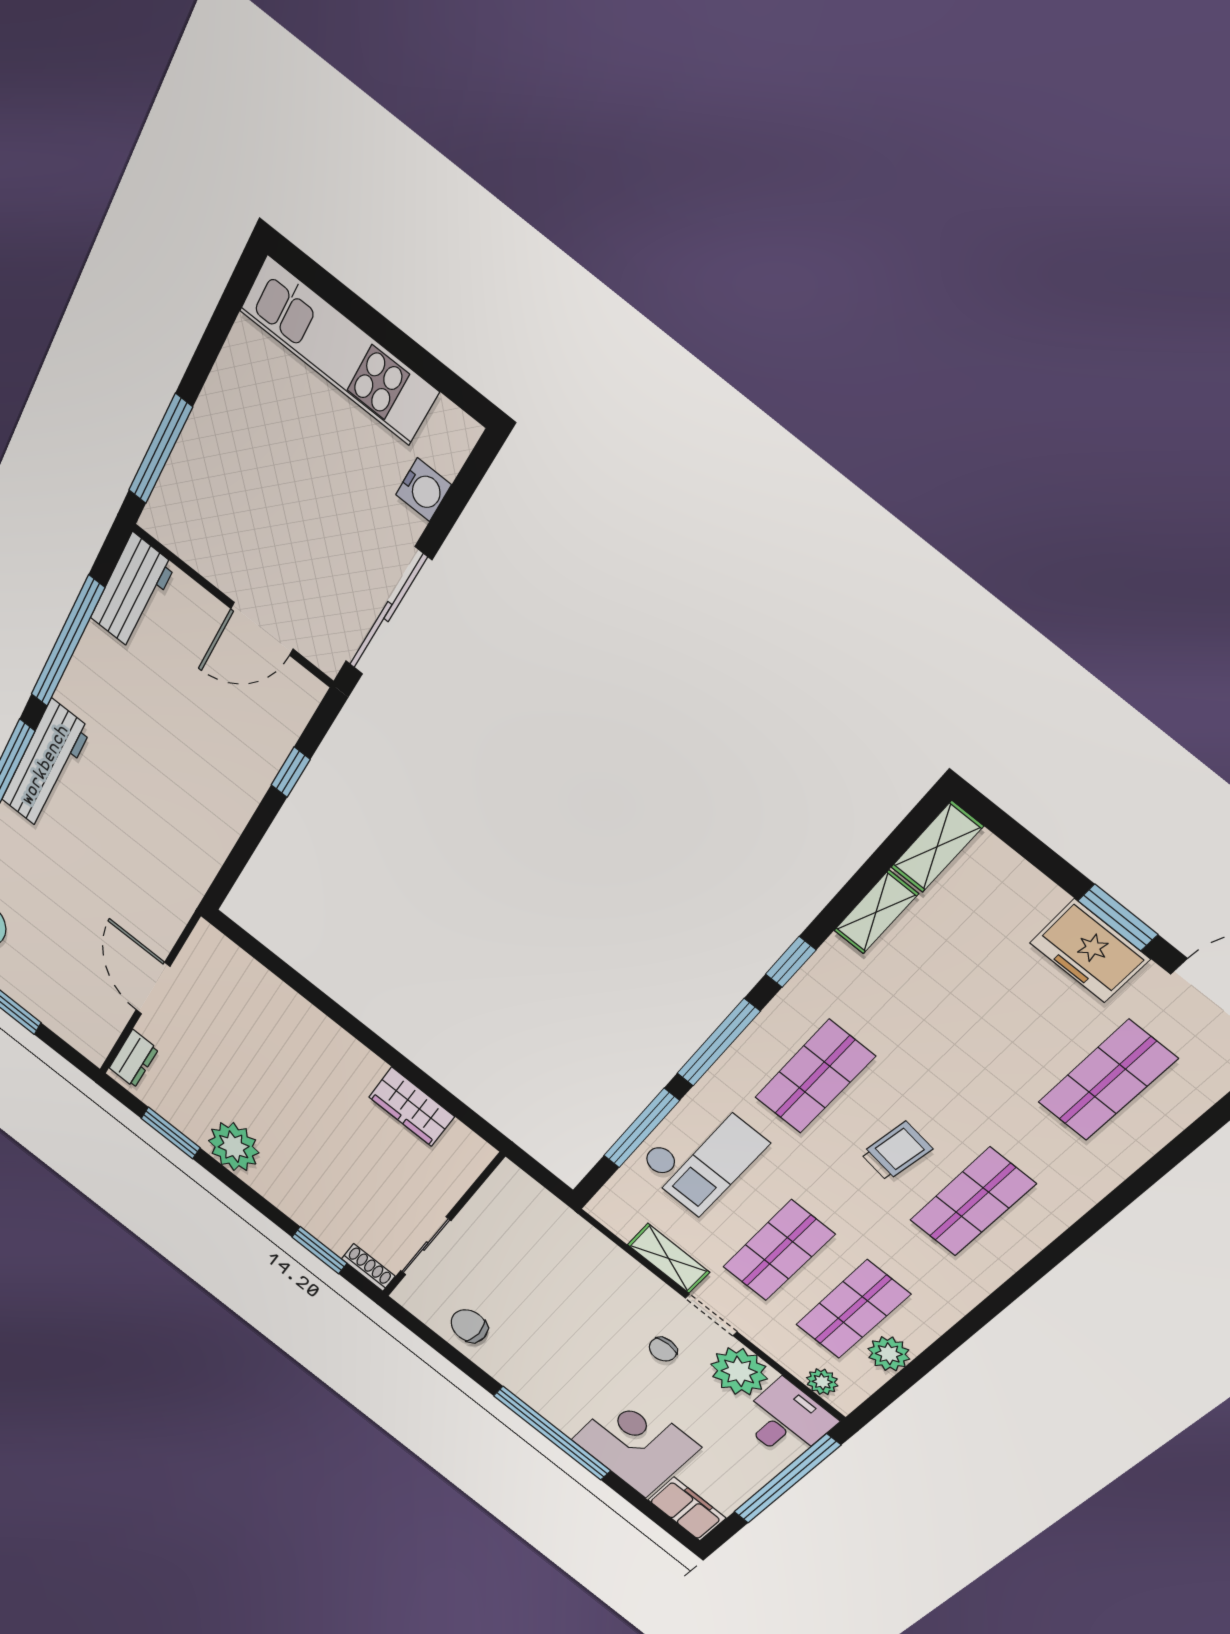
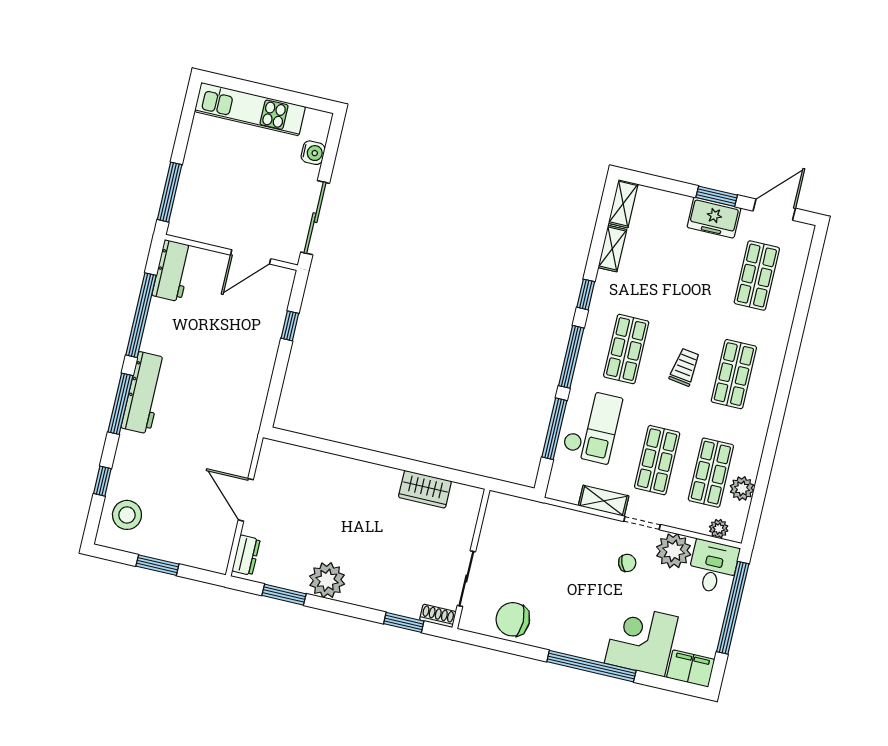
chair: (469, 1326) -> (513, 619), width x1.37, depth x1.37
chair: (663, 1349) -> (627, 563), turned -113

